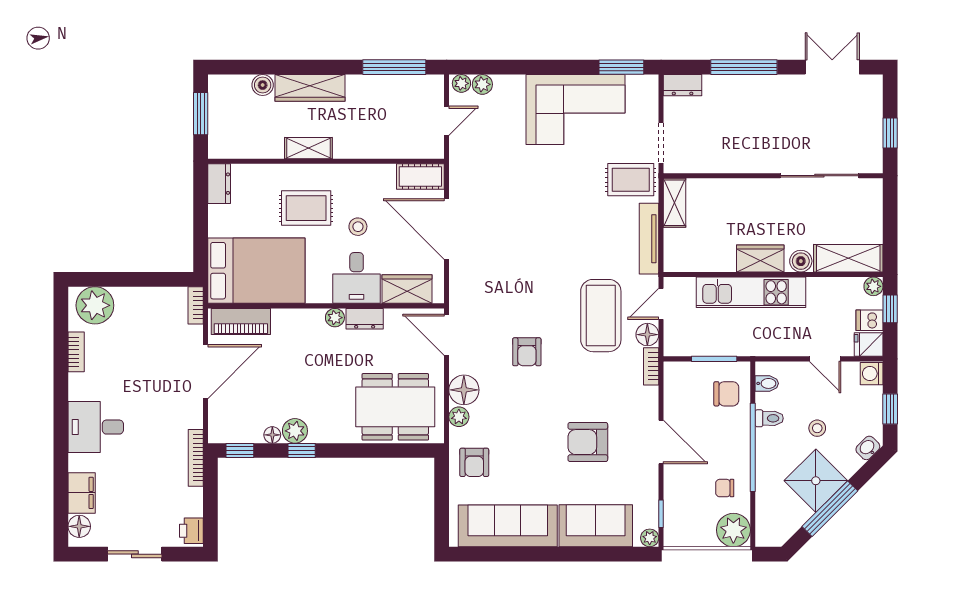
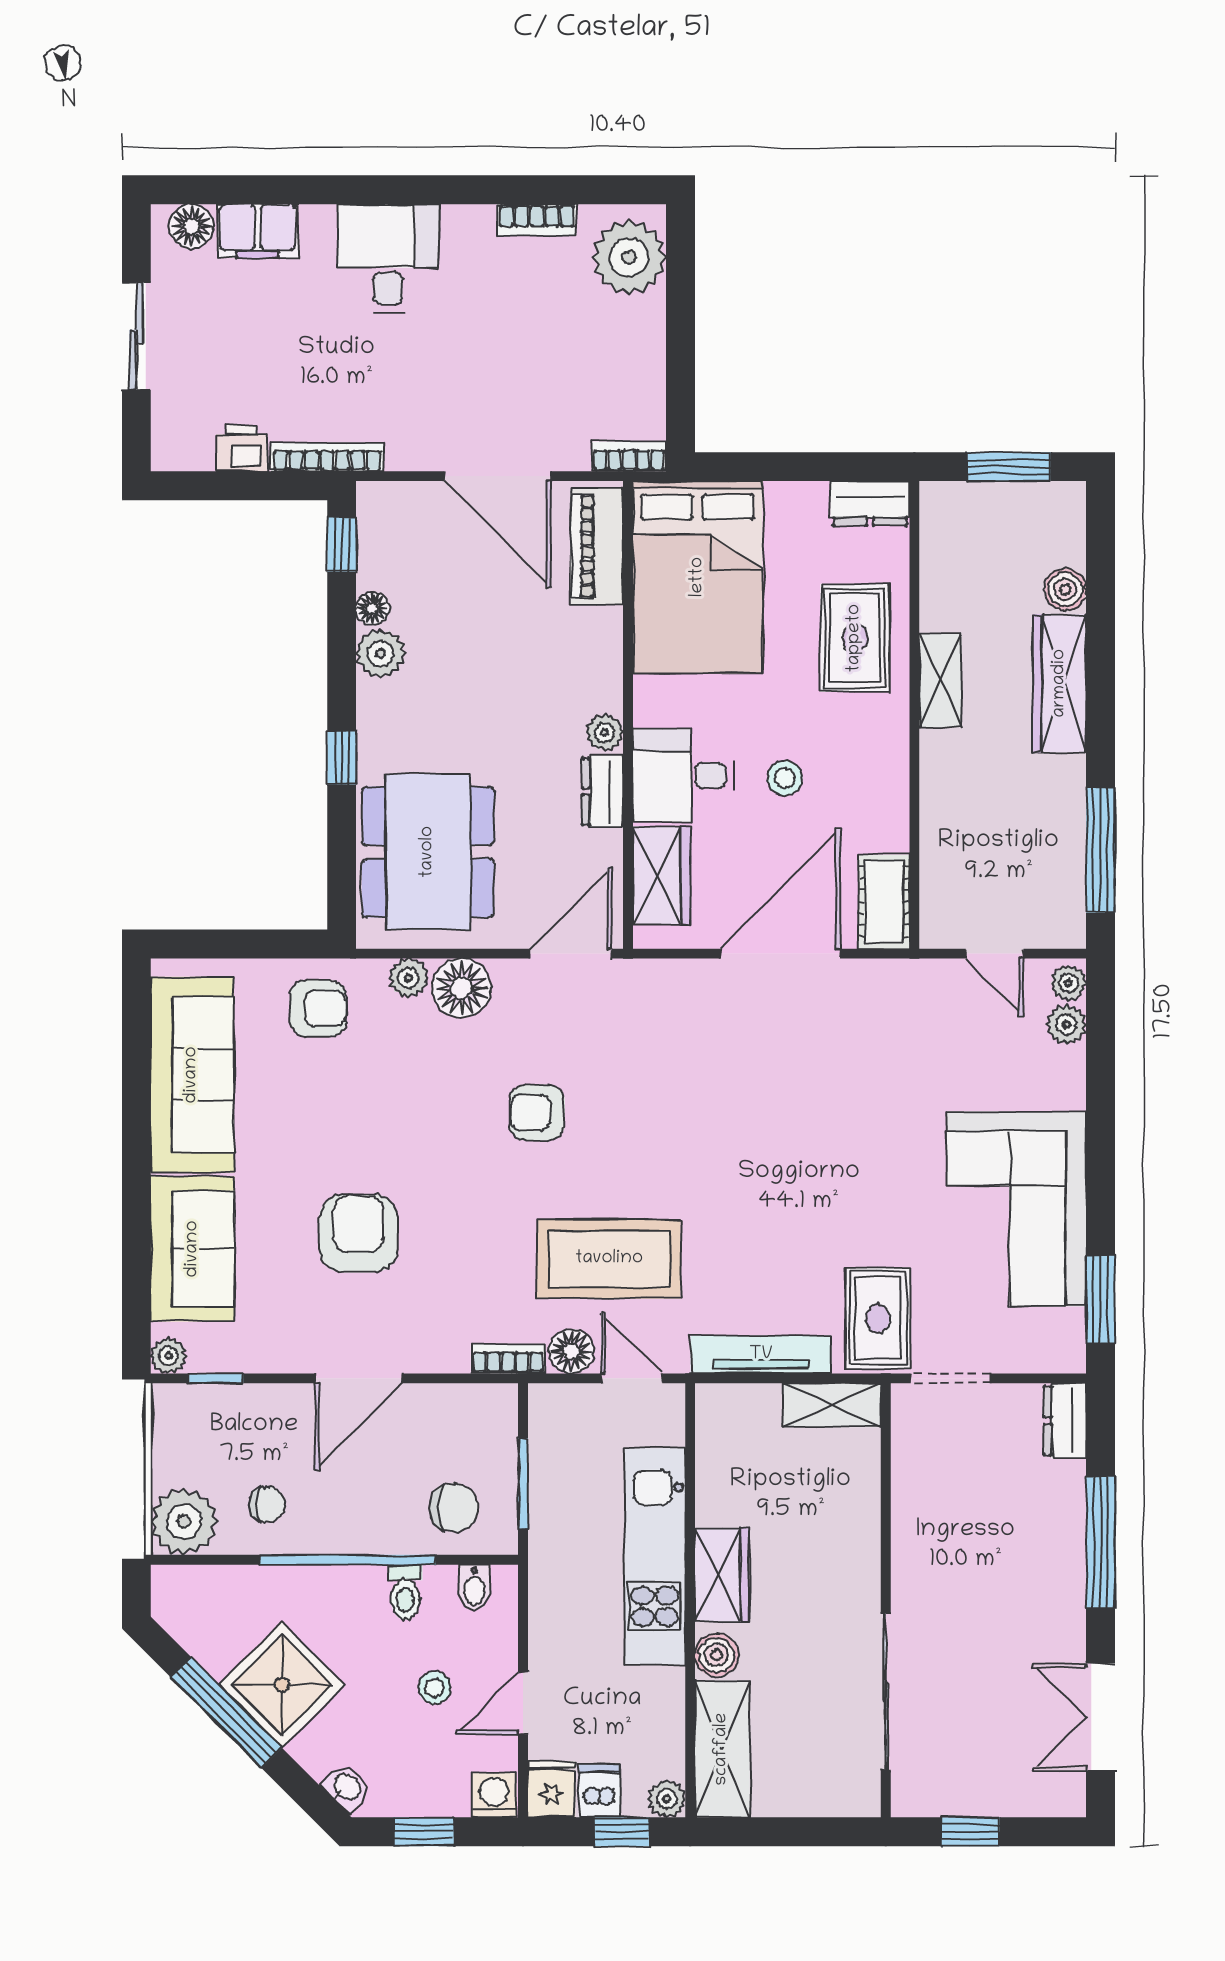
double door: (832, 67) -> (1101, 1717), swing flipped
rug: (306, 208) -> (855, 638), moved
chair: (726, 394) -> (454, 1507), turned -90
stool: (817, 428) -> (434, 1688), moved
window: (302, 450) -> (342, 758), moved
armchair: (474, 462) -> (318, 1008), turned 180
chair: (725, 488) -> (267, 1504), turned 90
printer: (191, 531) -> (242, 448), moved

